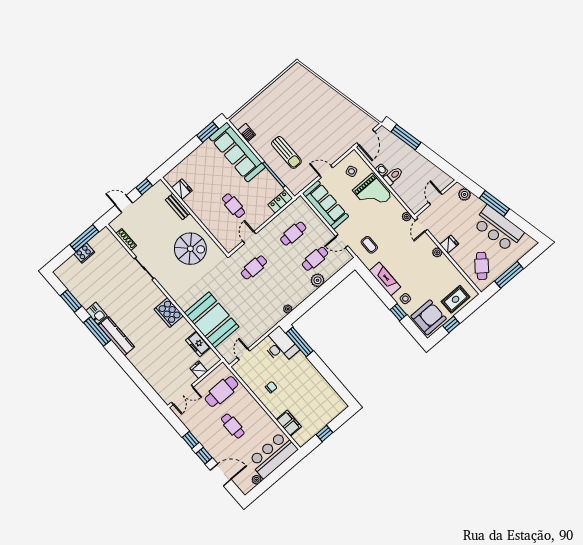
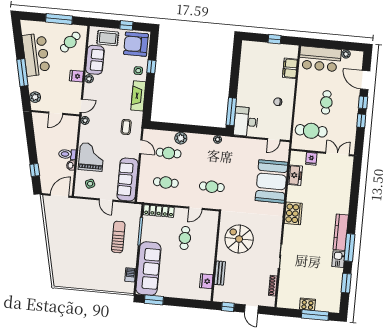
window: (406, 137) -> (35, 170), width x0.46
locker: (280, 202) -> (159, 211), width x1.53
window: (84, 238) -> (315, 315), moved
sofa: (448, 272) -> (95, 60), added

